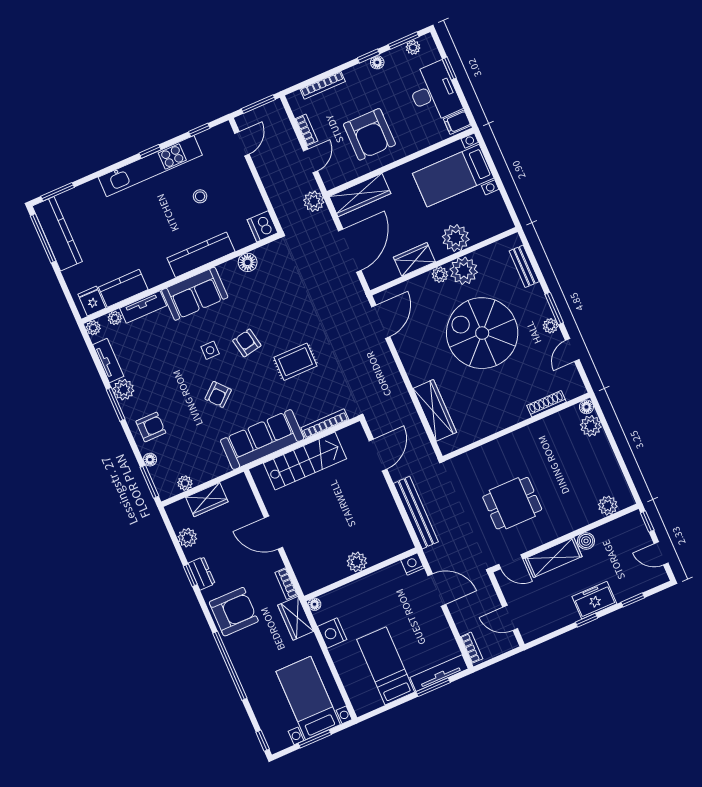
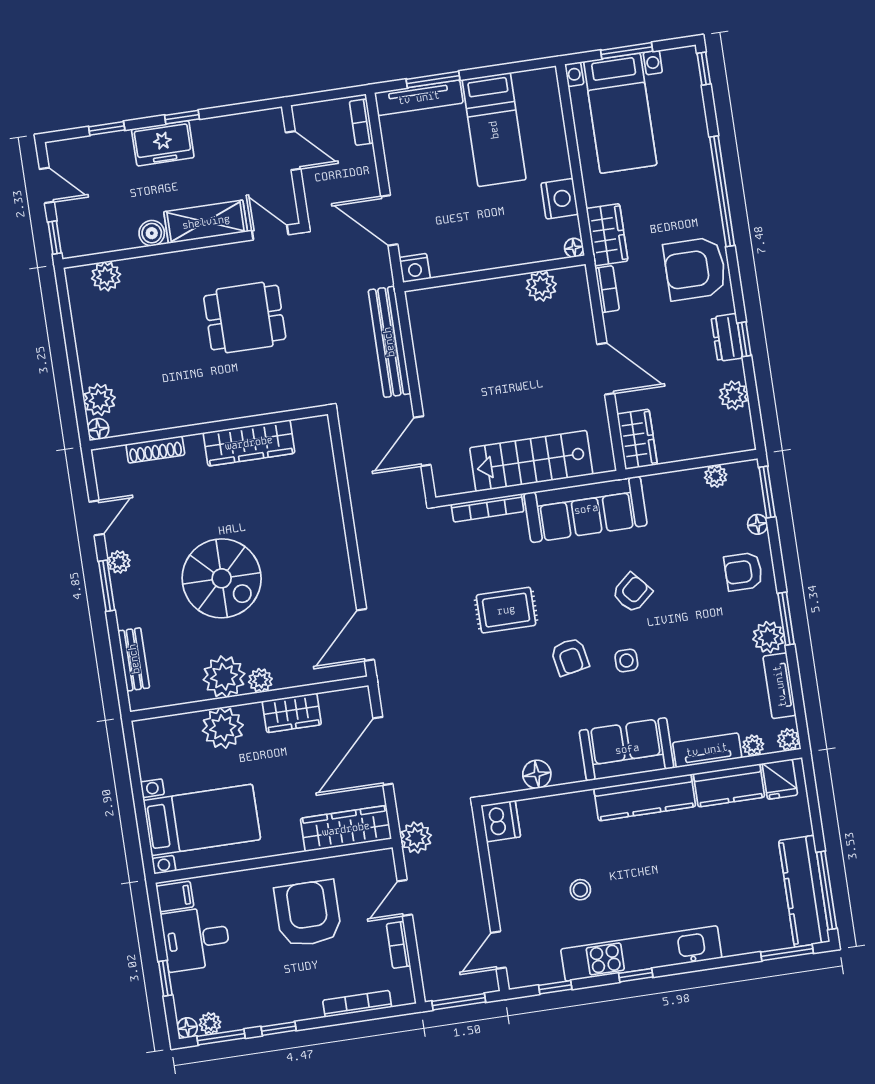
floor lamp: (377, 62) -> (187, 1028), moved
desk: (434, 92) -> (196, 939), width x0.73
kitchen counter: (201, 255) -> (645, 798), moved
spiral stairs: (482, 333) -> (222, 578), width x0.73, depth x0.73
wardrobe: (435, 410) -> (249, 443), moved, turned -90
wardrobe: (207, 500) -> (637, 439), moved, turned 90
plant: (357, 562) -> (541, 286), moved

